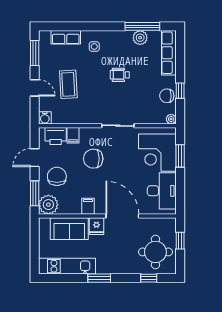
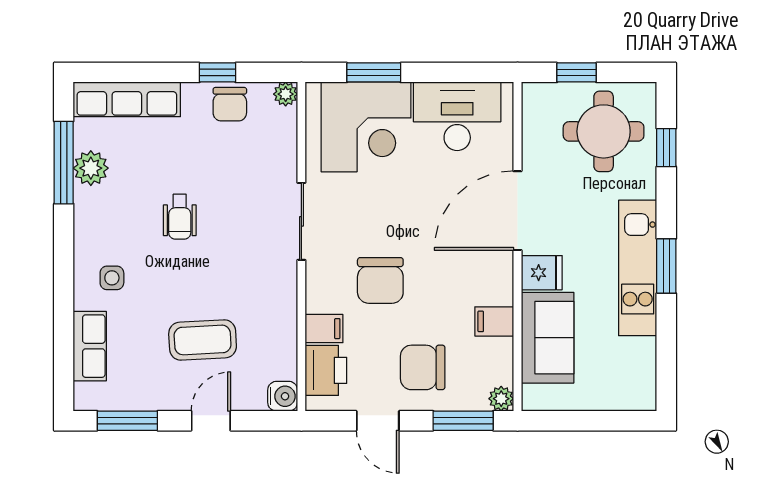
plant: (48, 205) -> (501, 399), width x0.53, depth x0.53
filing cabinet: (88, 206) -> (494, 321), moved
kitchen unit: (67, 266) -> (638, 268), moved

